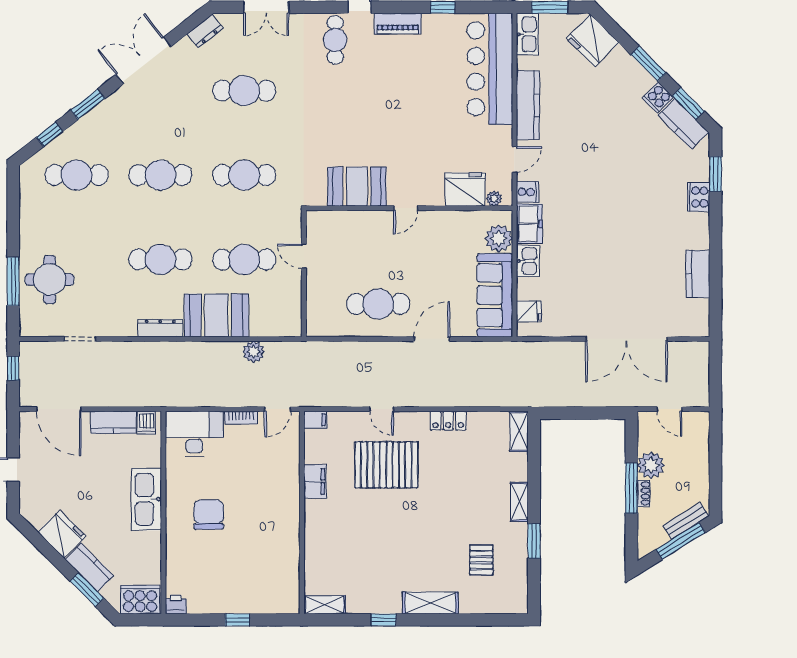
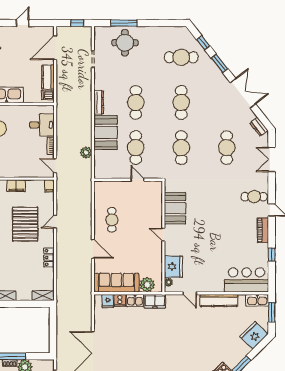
bar counter: (490, 69) -> (246, 280), width x0.73
cafe table: (77, 175) -> (181, 57), turned 90
cooker: (528, 192) -> (120, 300), moved
door: (304, 256) -> (138, 180), hinge flipped
cafe table: (378, 304) -> (112, 220), width x0.73, depth x0.74
desk: (194, 434) -> (42, 125), width x0.73

